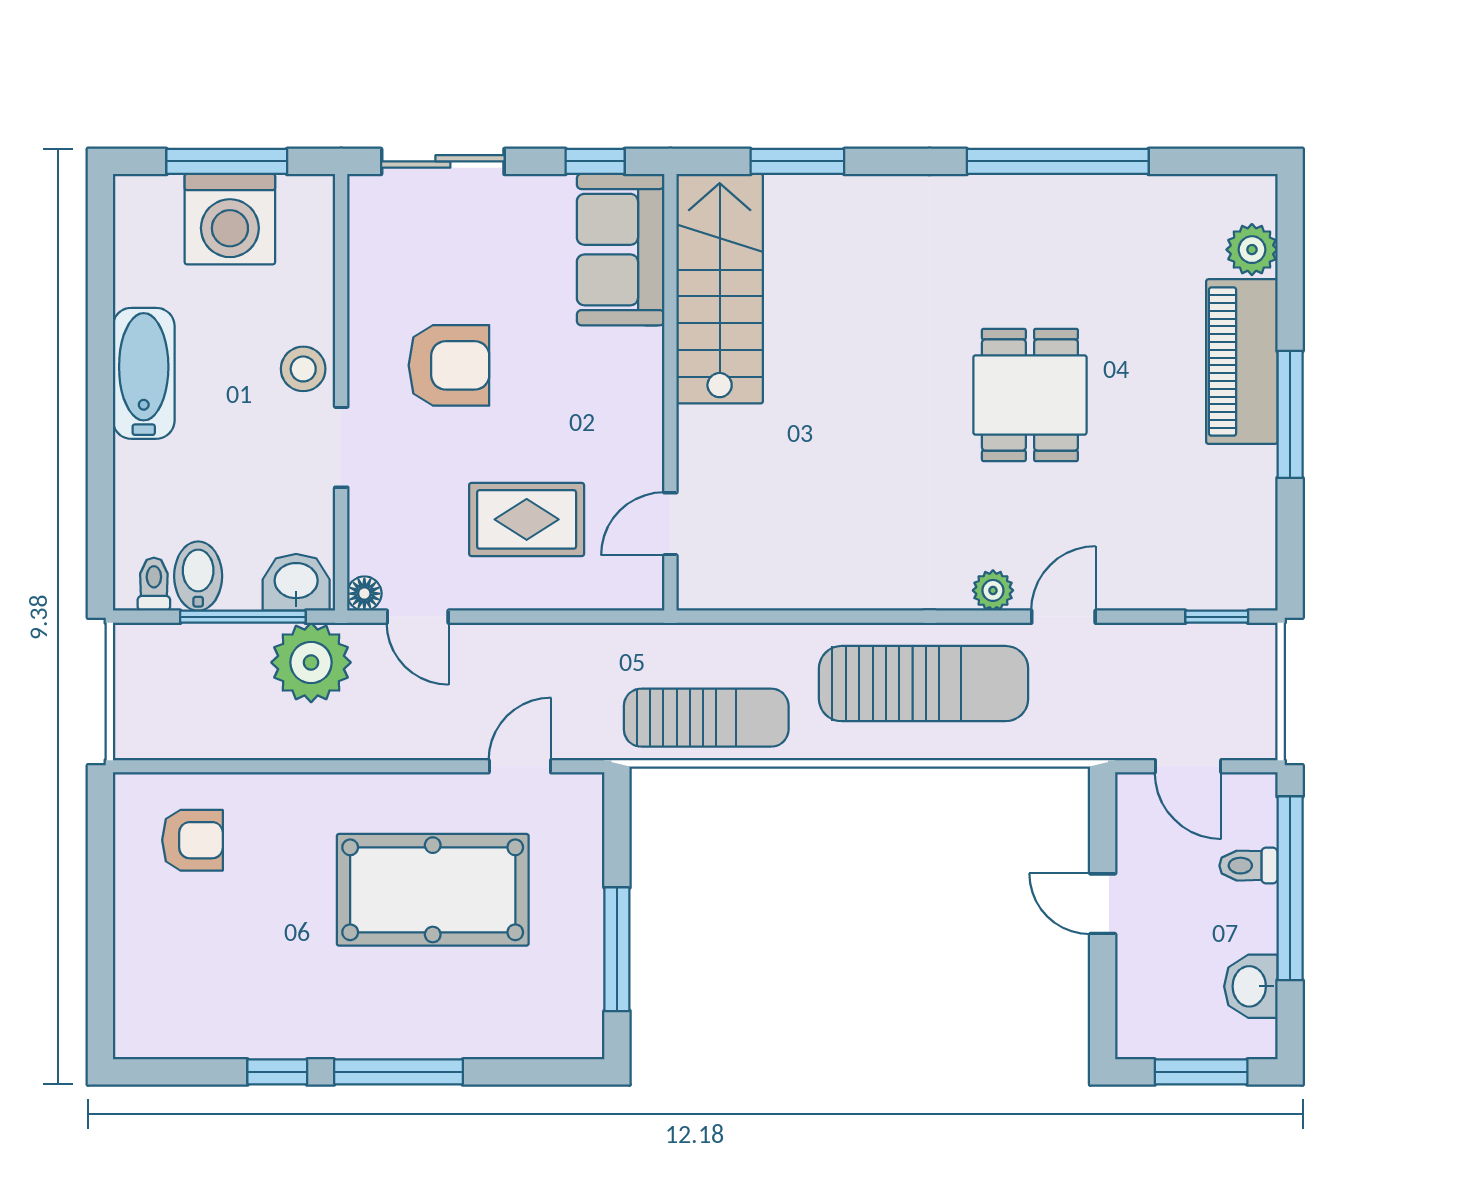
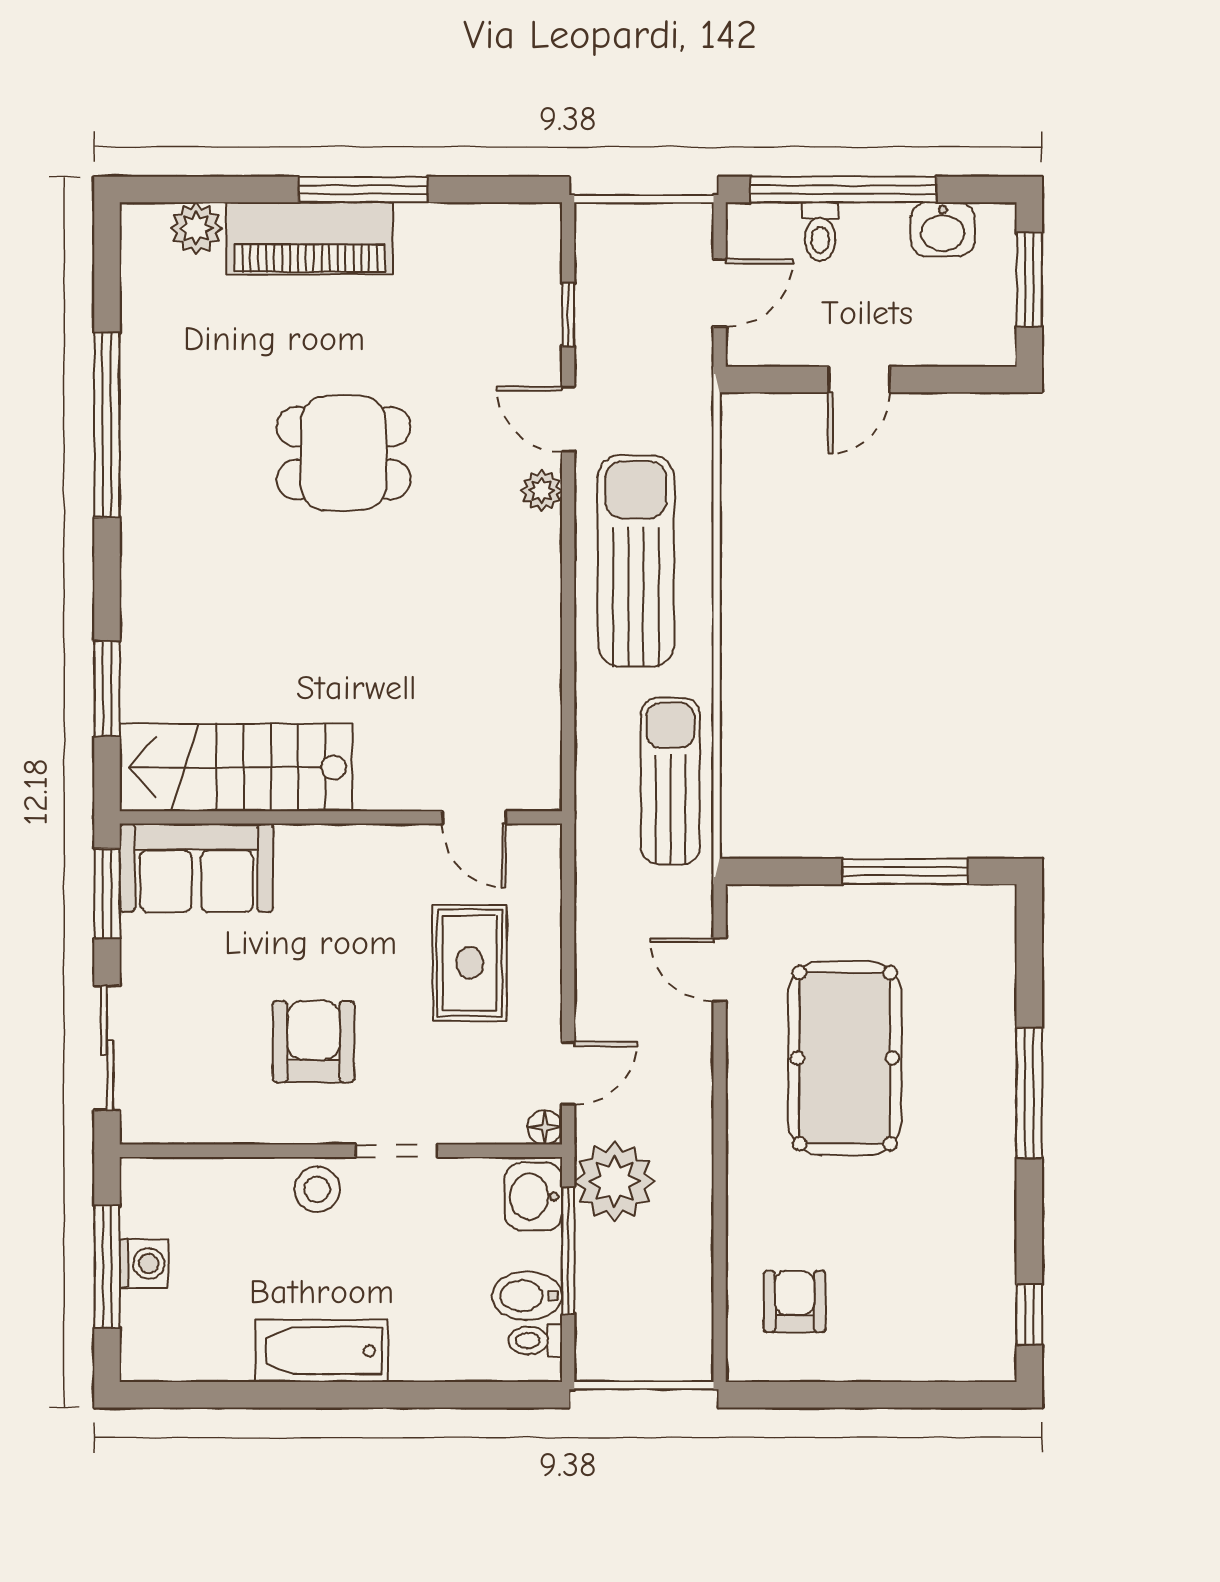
window: (595, 161) -> (107, 894), width x1.50
washing machine: (230, 219) -> (144, 1264), width x0.53, depth x0.53
window: (1217, 617) -> (568, 315), moved
window: (277, 1072) -> (1029, 1314), moved

